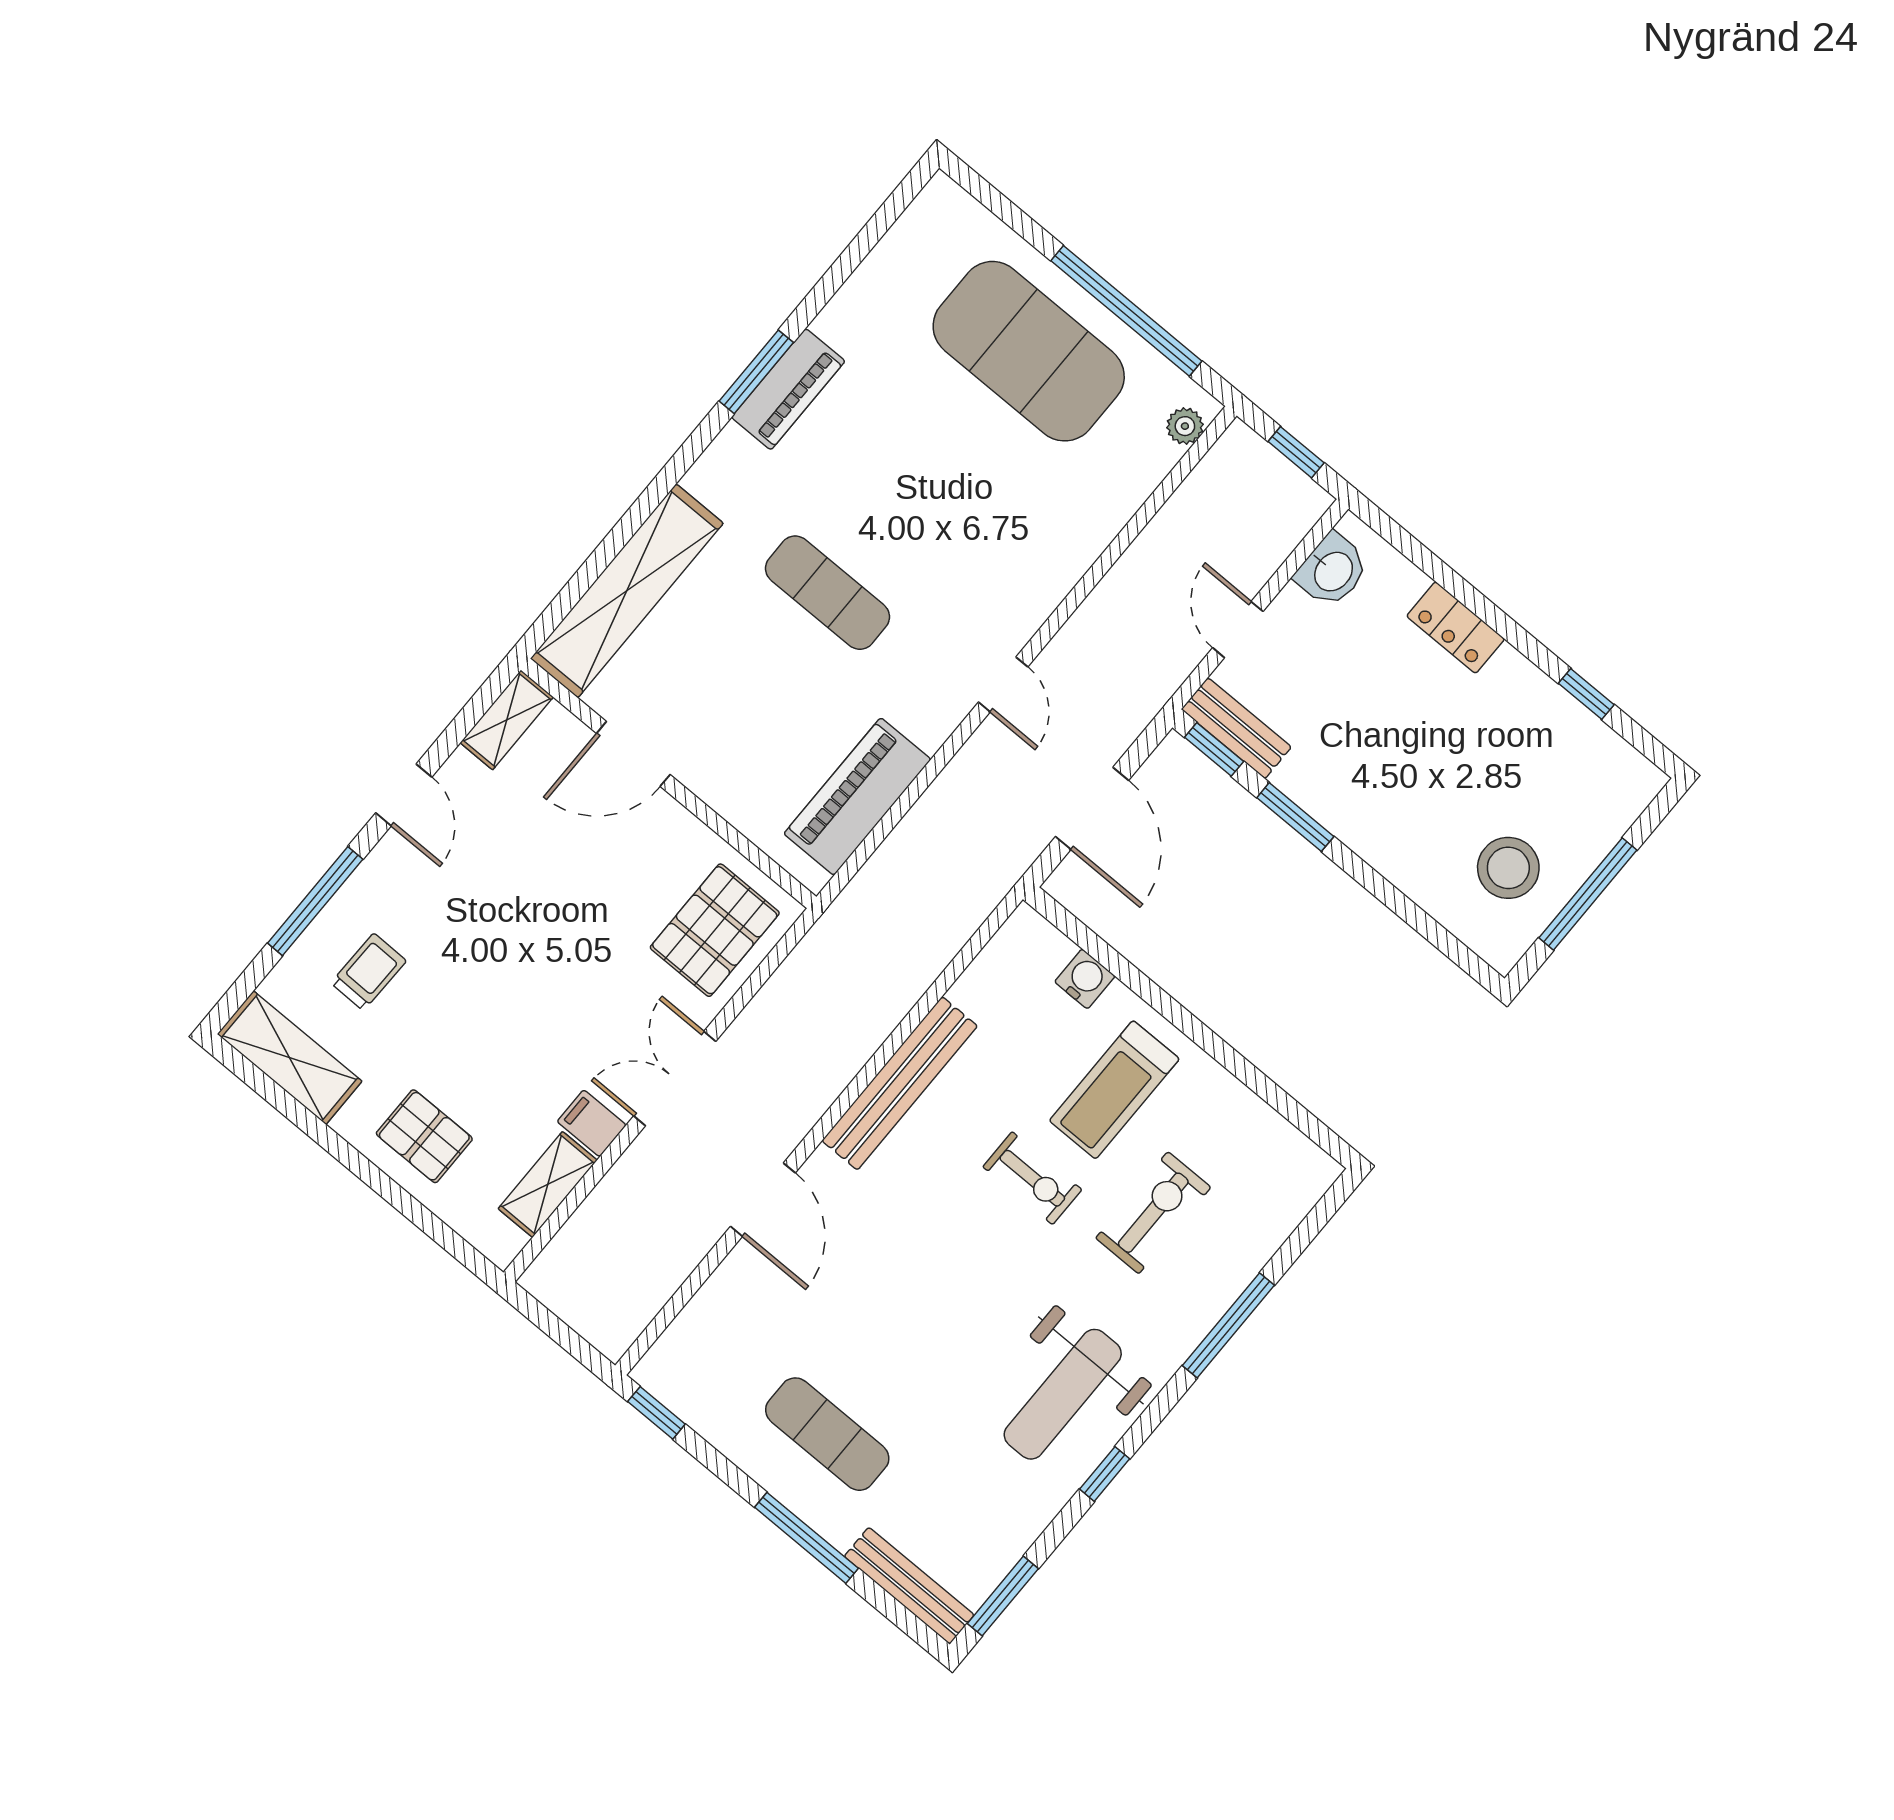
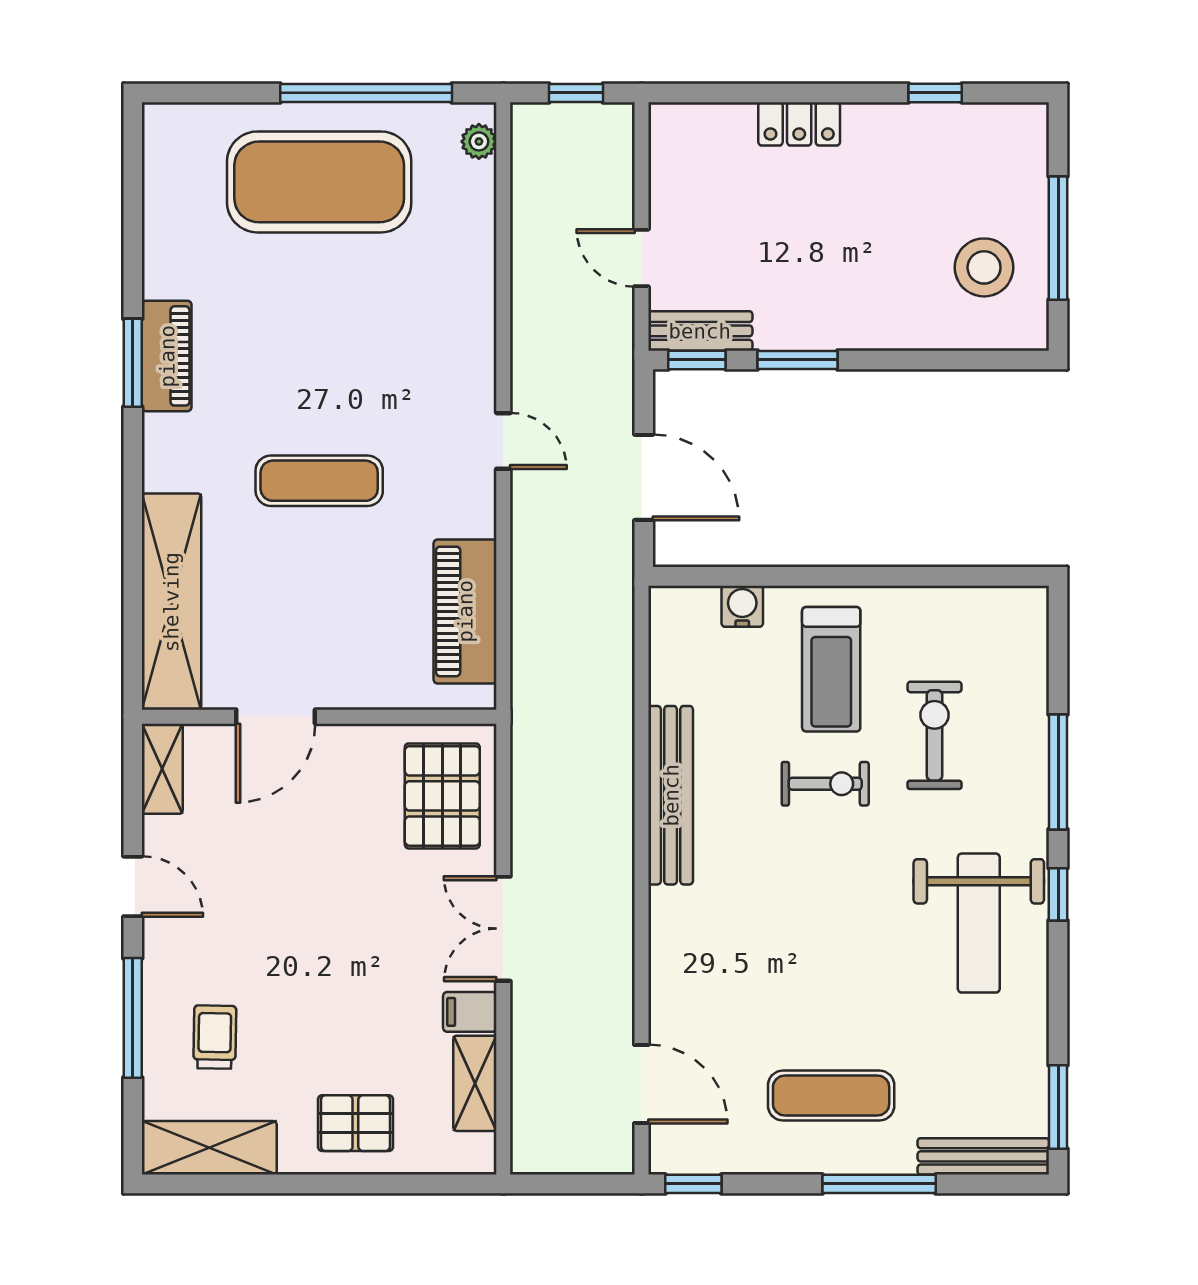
washbasin: (1332, 571) -> (674, 157), removed
door: (763, 1200) -> (641, 1084), moved
window: (1105, 1474) -> (1058, 894), moved

